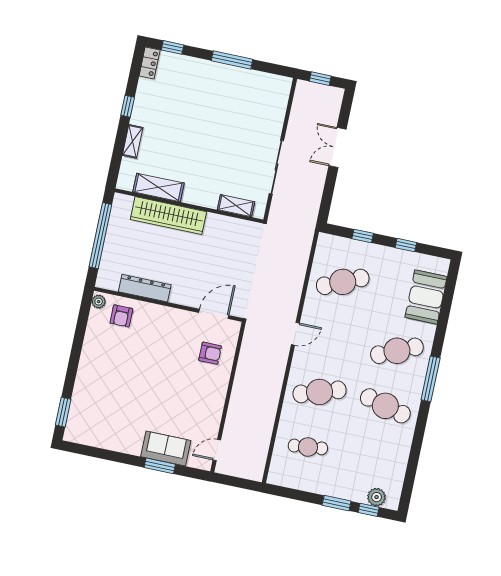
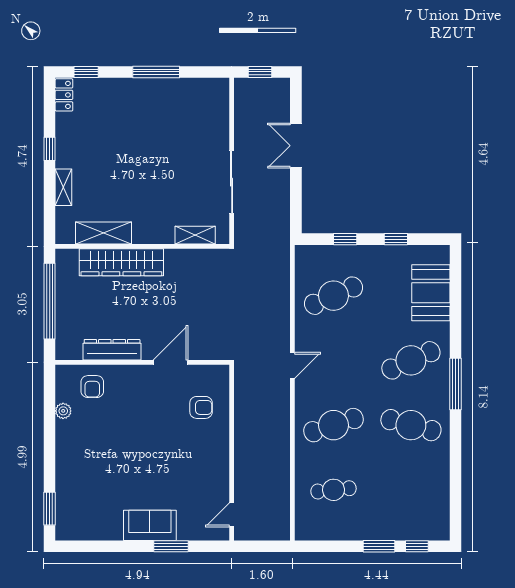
plant: (99, 302) -> (63, 411), moved
door: (214, 314) -> (170, 362), moved
sofa: (166, 449) -> (150, 525), moved
plant: (377, 497) -> (423, 530), removed

